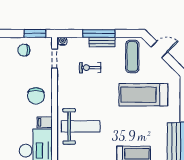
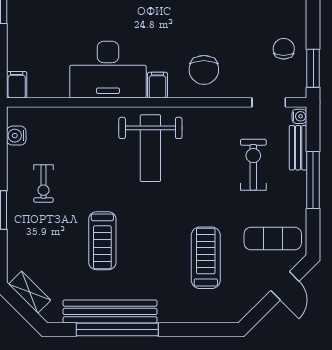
bench: (102, 42) -> (298, 148), moved
exercise bike: (90, 68) -> (253, 165), width x1.38, depth x1.39
treadmill: (143, 95) -> (206, 258), width x0.73, depth x0.73
chair: (36, 96) -> (204, 70), turned -90

